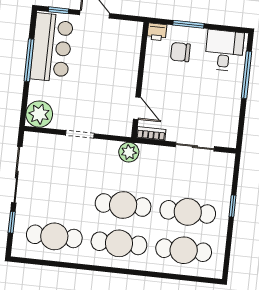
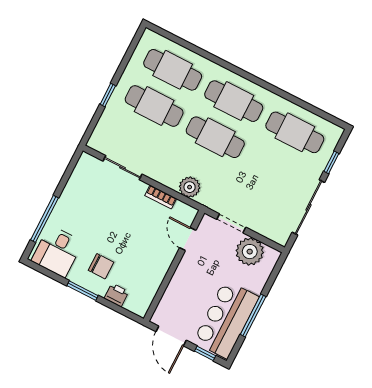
wall: (140, 80) -> (174, 266), moved
door: (137, 108) -> (188, 239), moved
plant: (39, 114) -> (250, 252), moved

